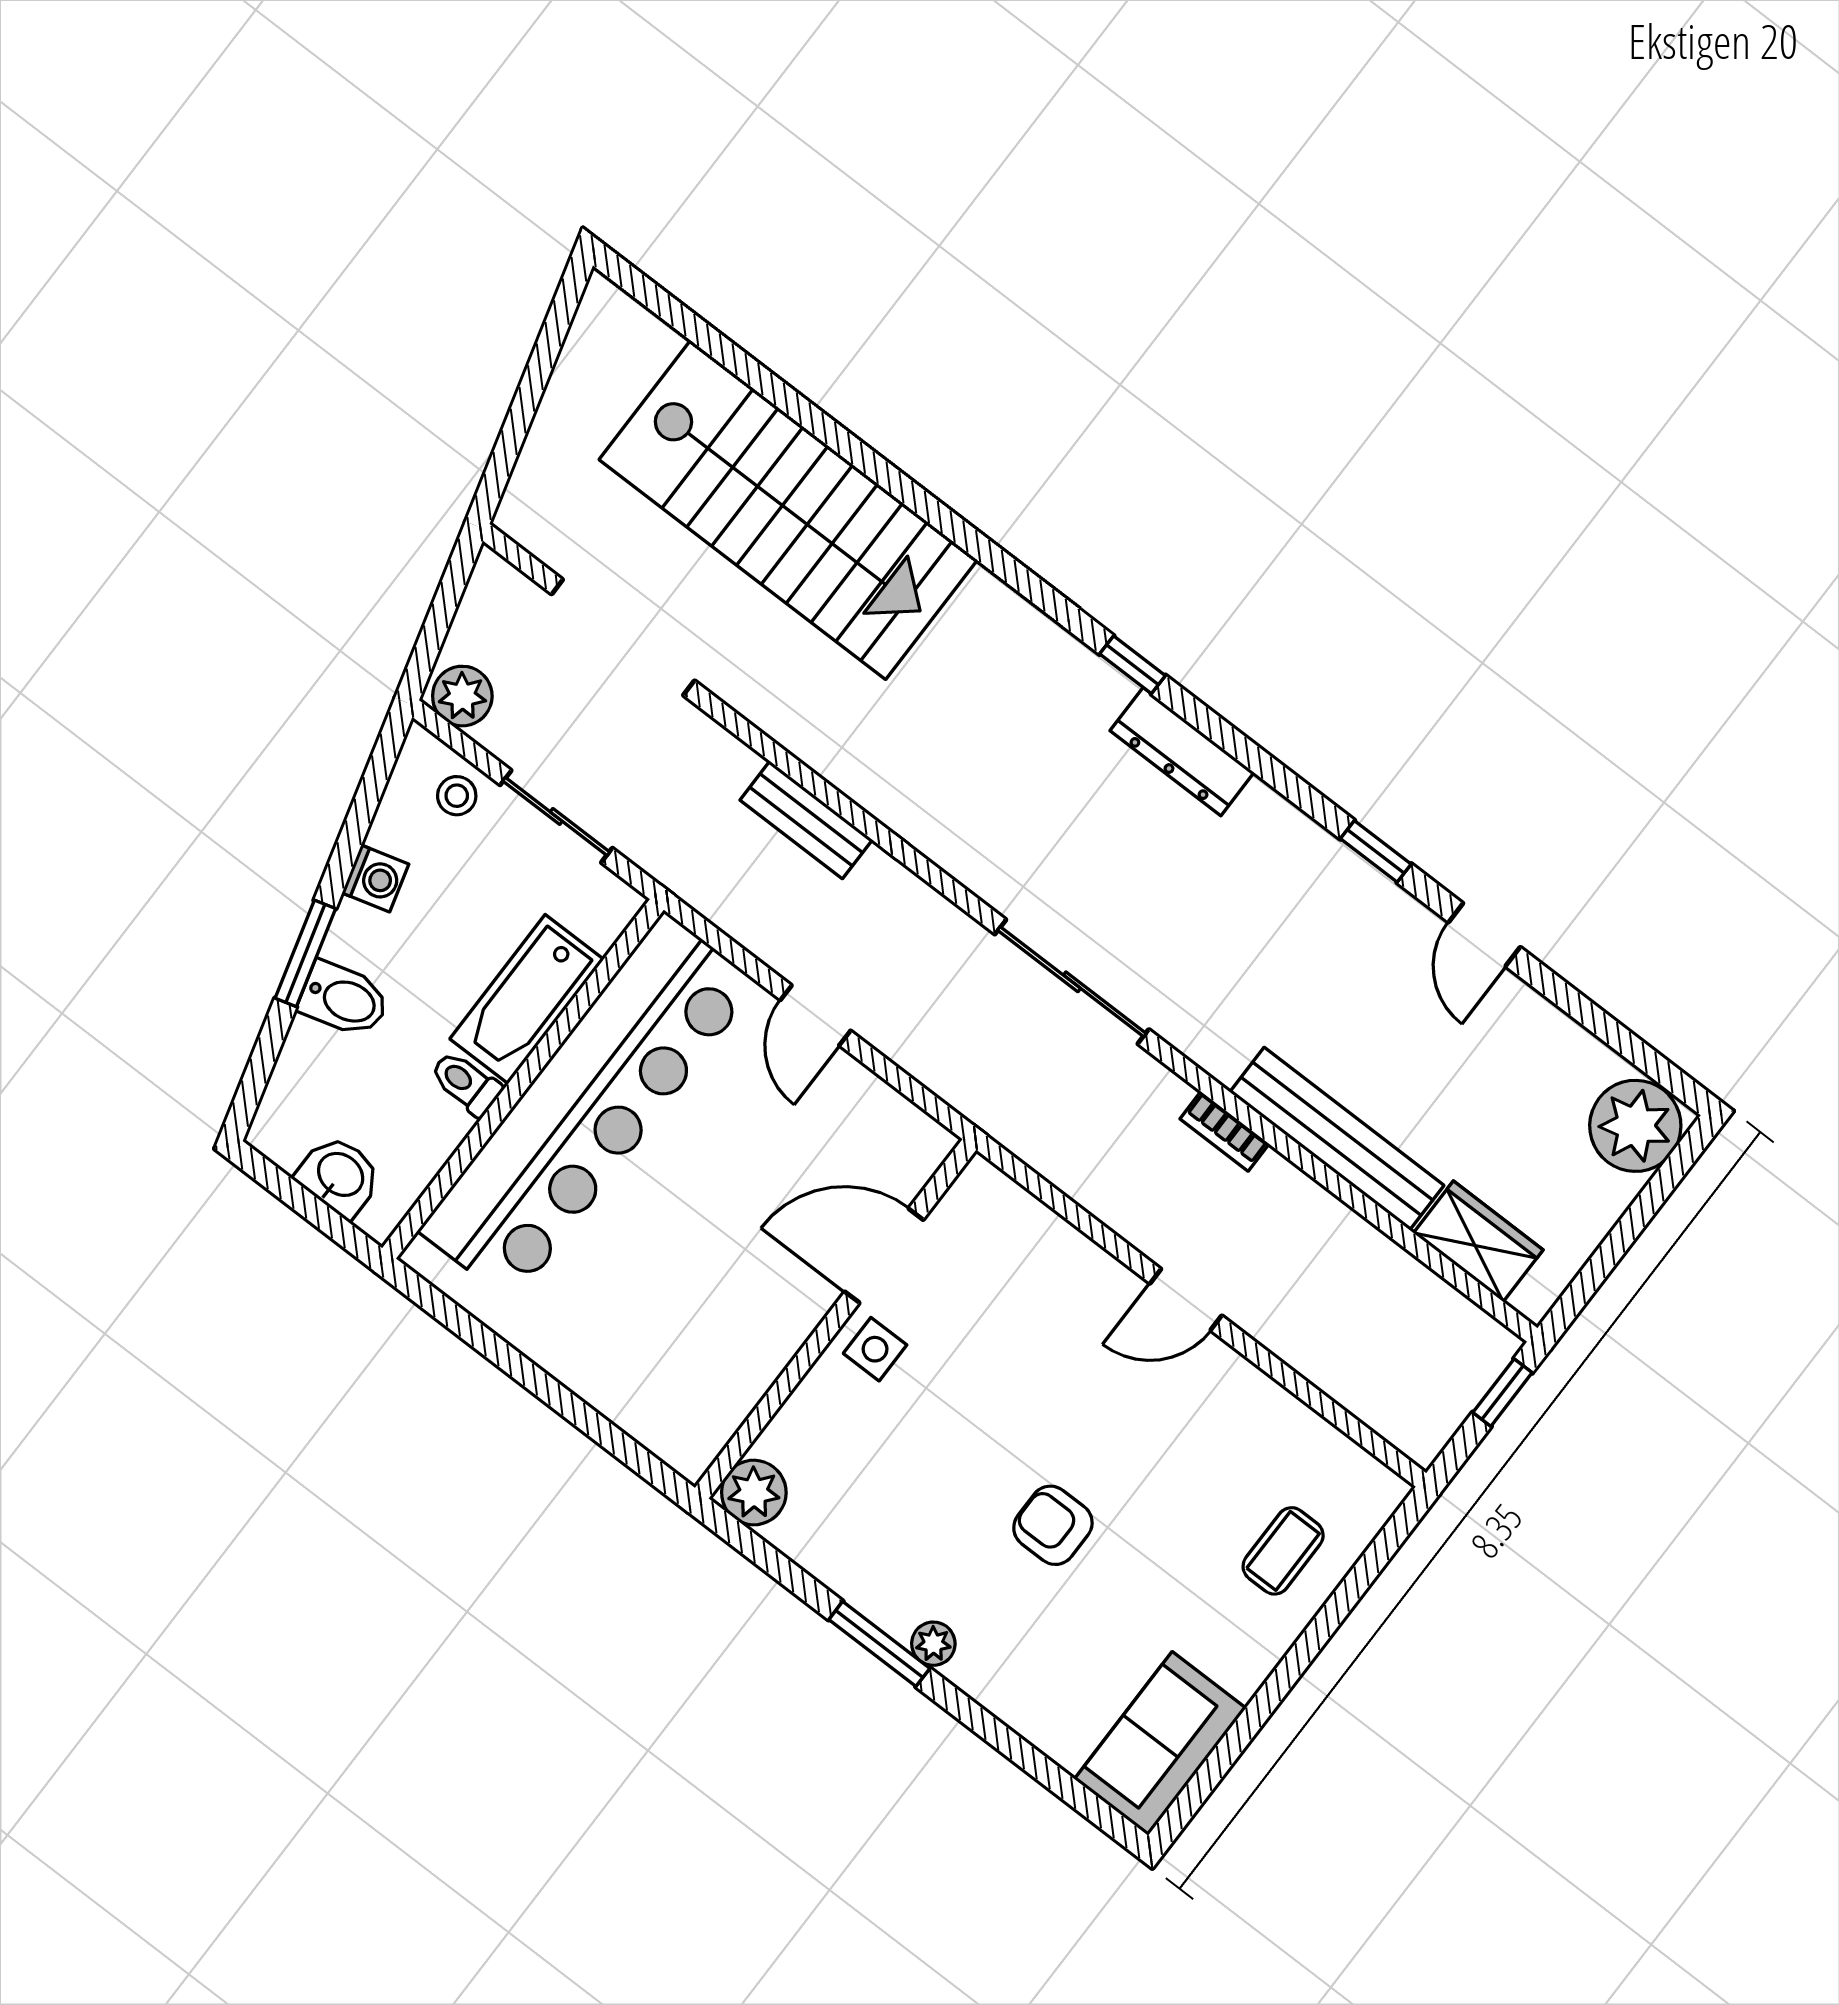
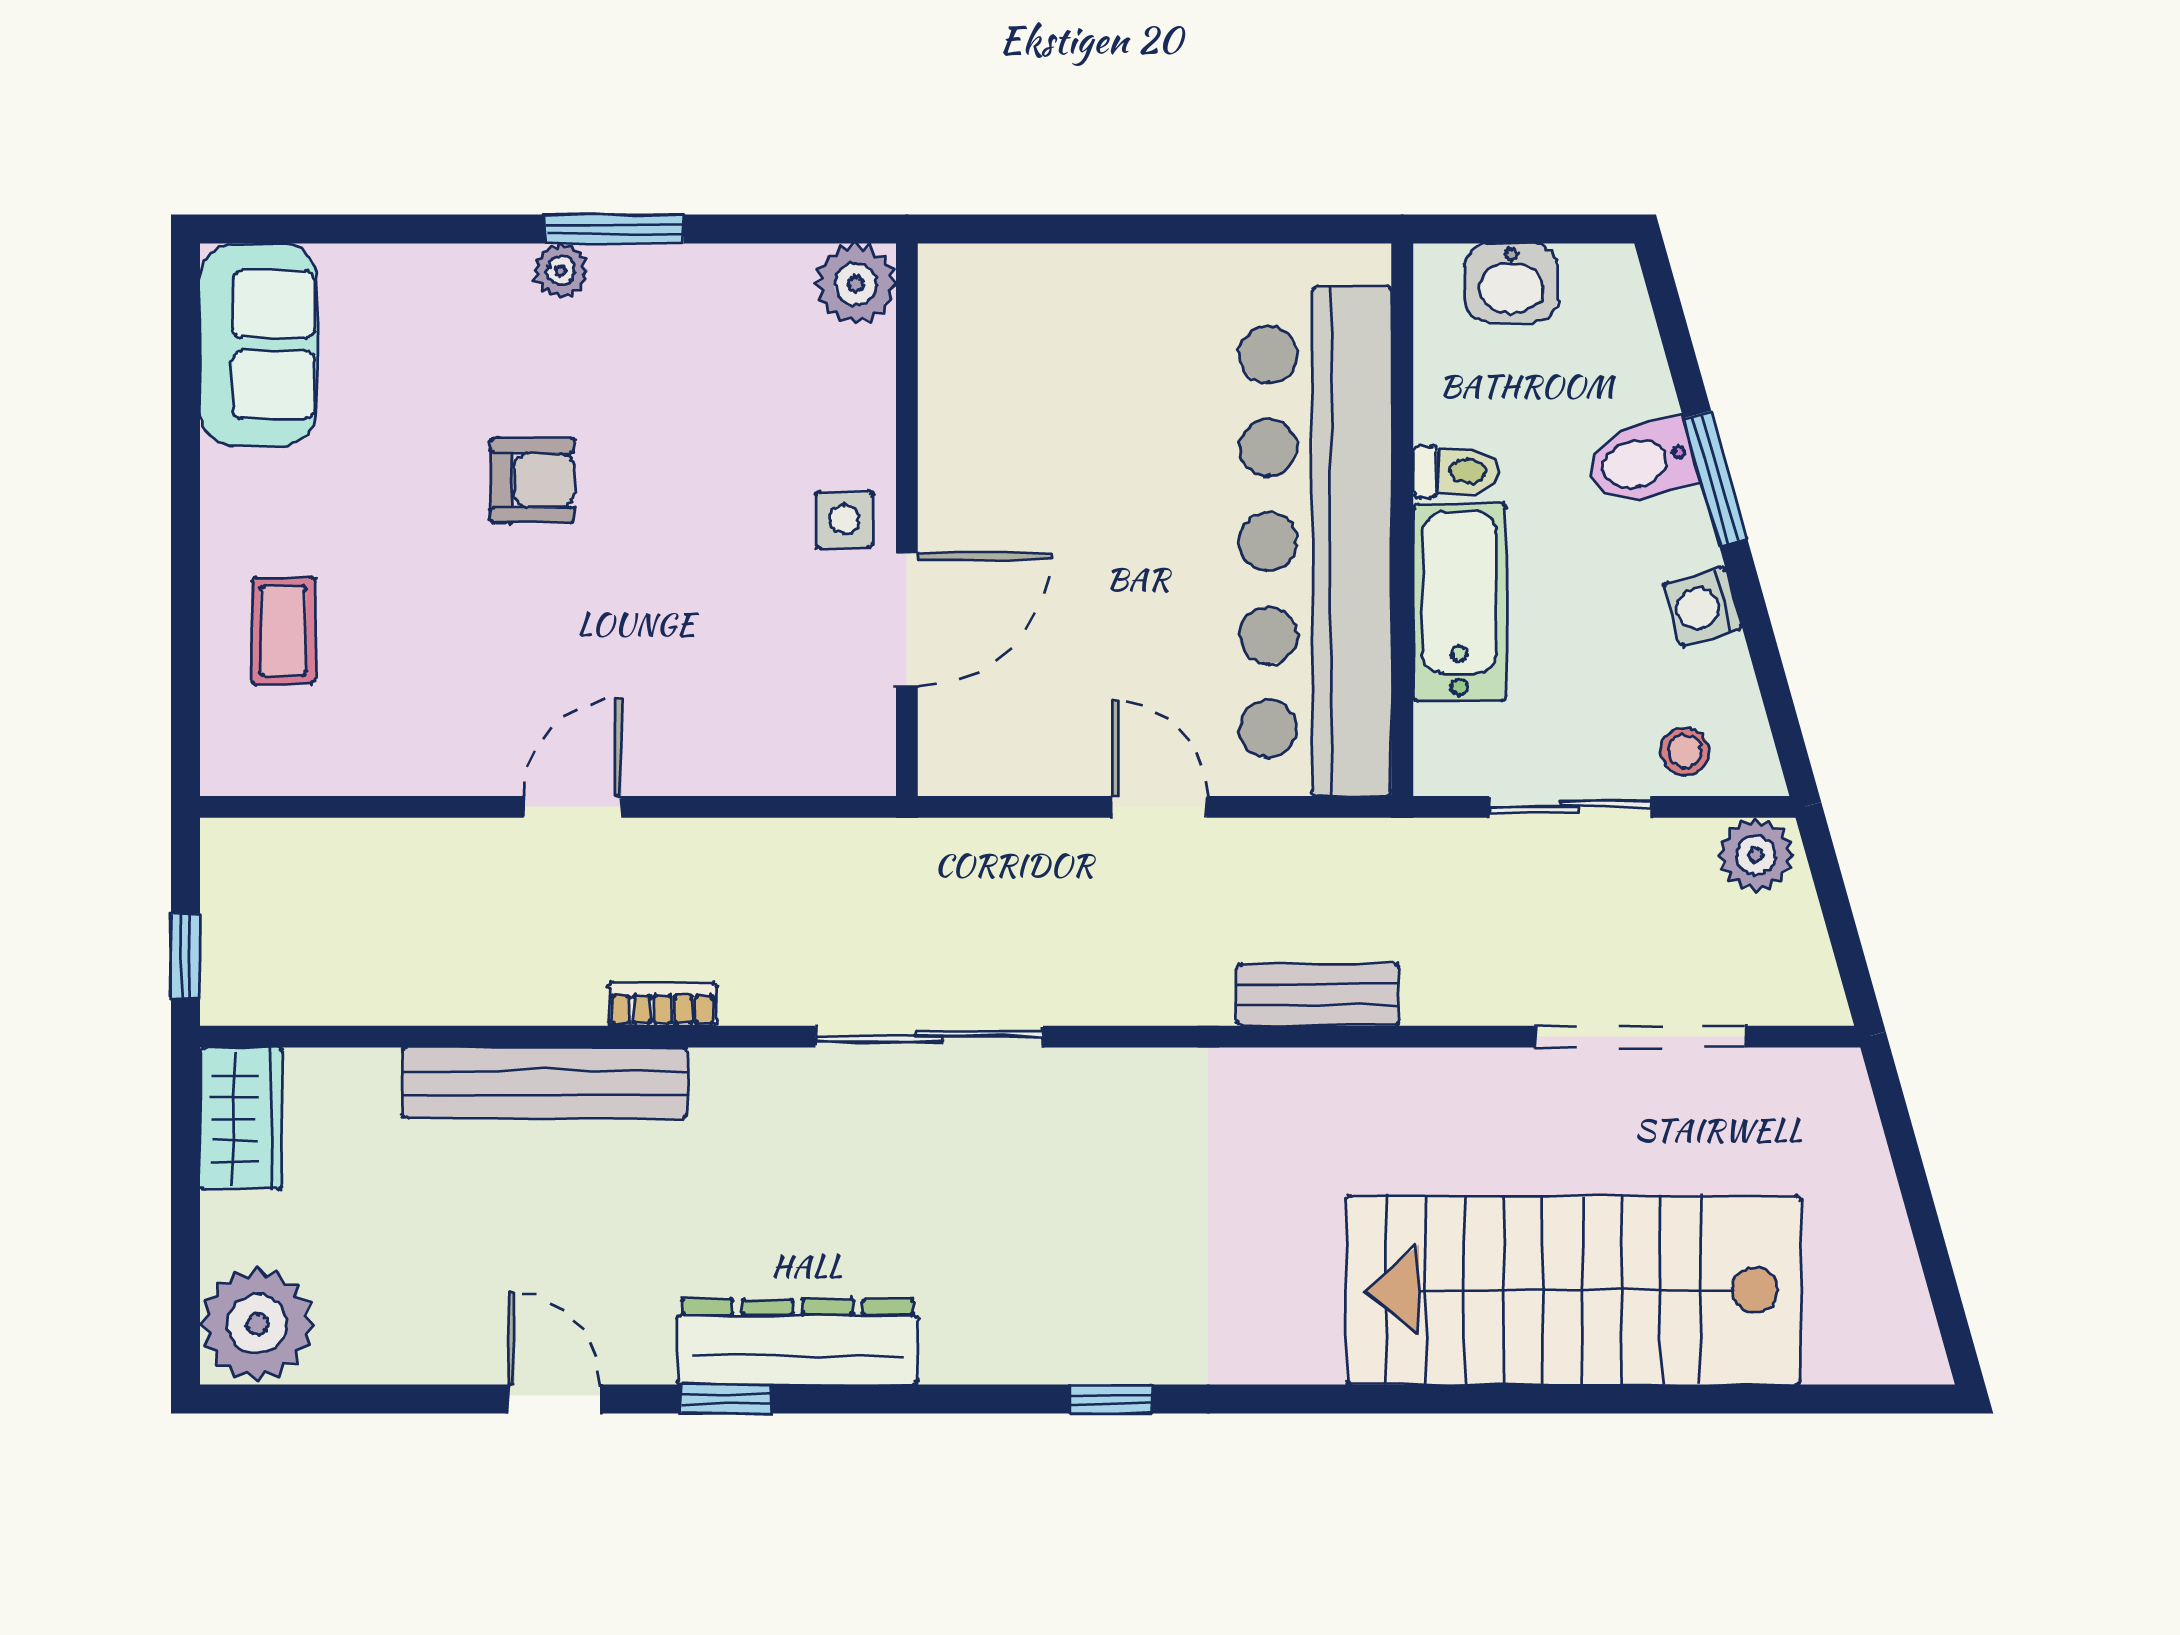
dresser: (1182, 752) -> (798, 1342), moved, width x1.37, depth x1.24
wardrobe: (1478, 1241) -> (241, 1119), moved, turned -90

